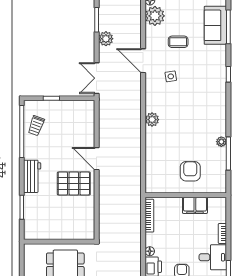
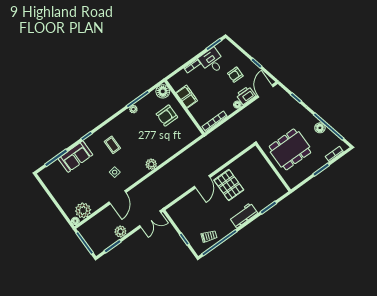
sofa: (215, 25) -> (75, 157), moved
coffee table: (178, 42) -> (112, 145), moved
floor lamp: (218, 185) -> (163, 91), added

